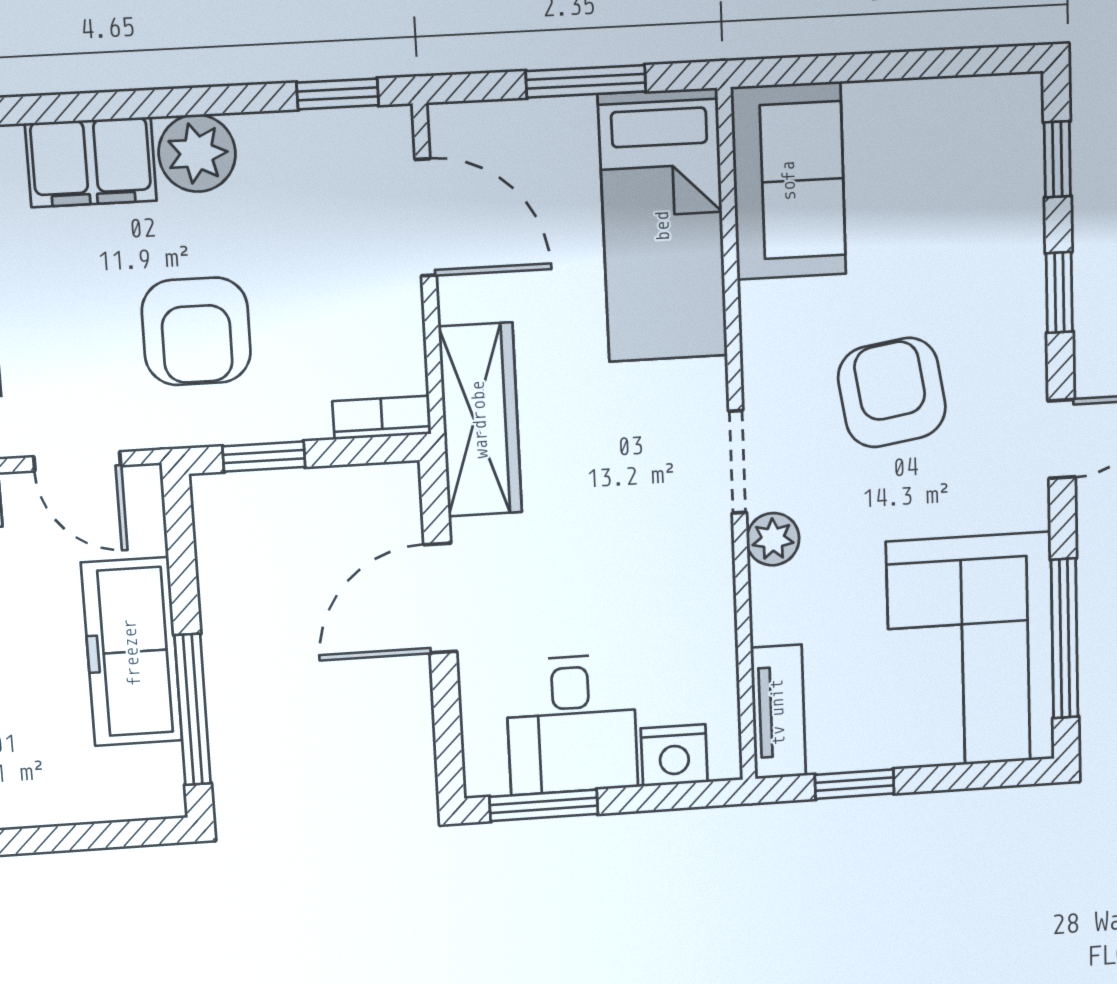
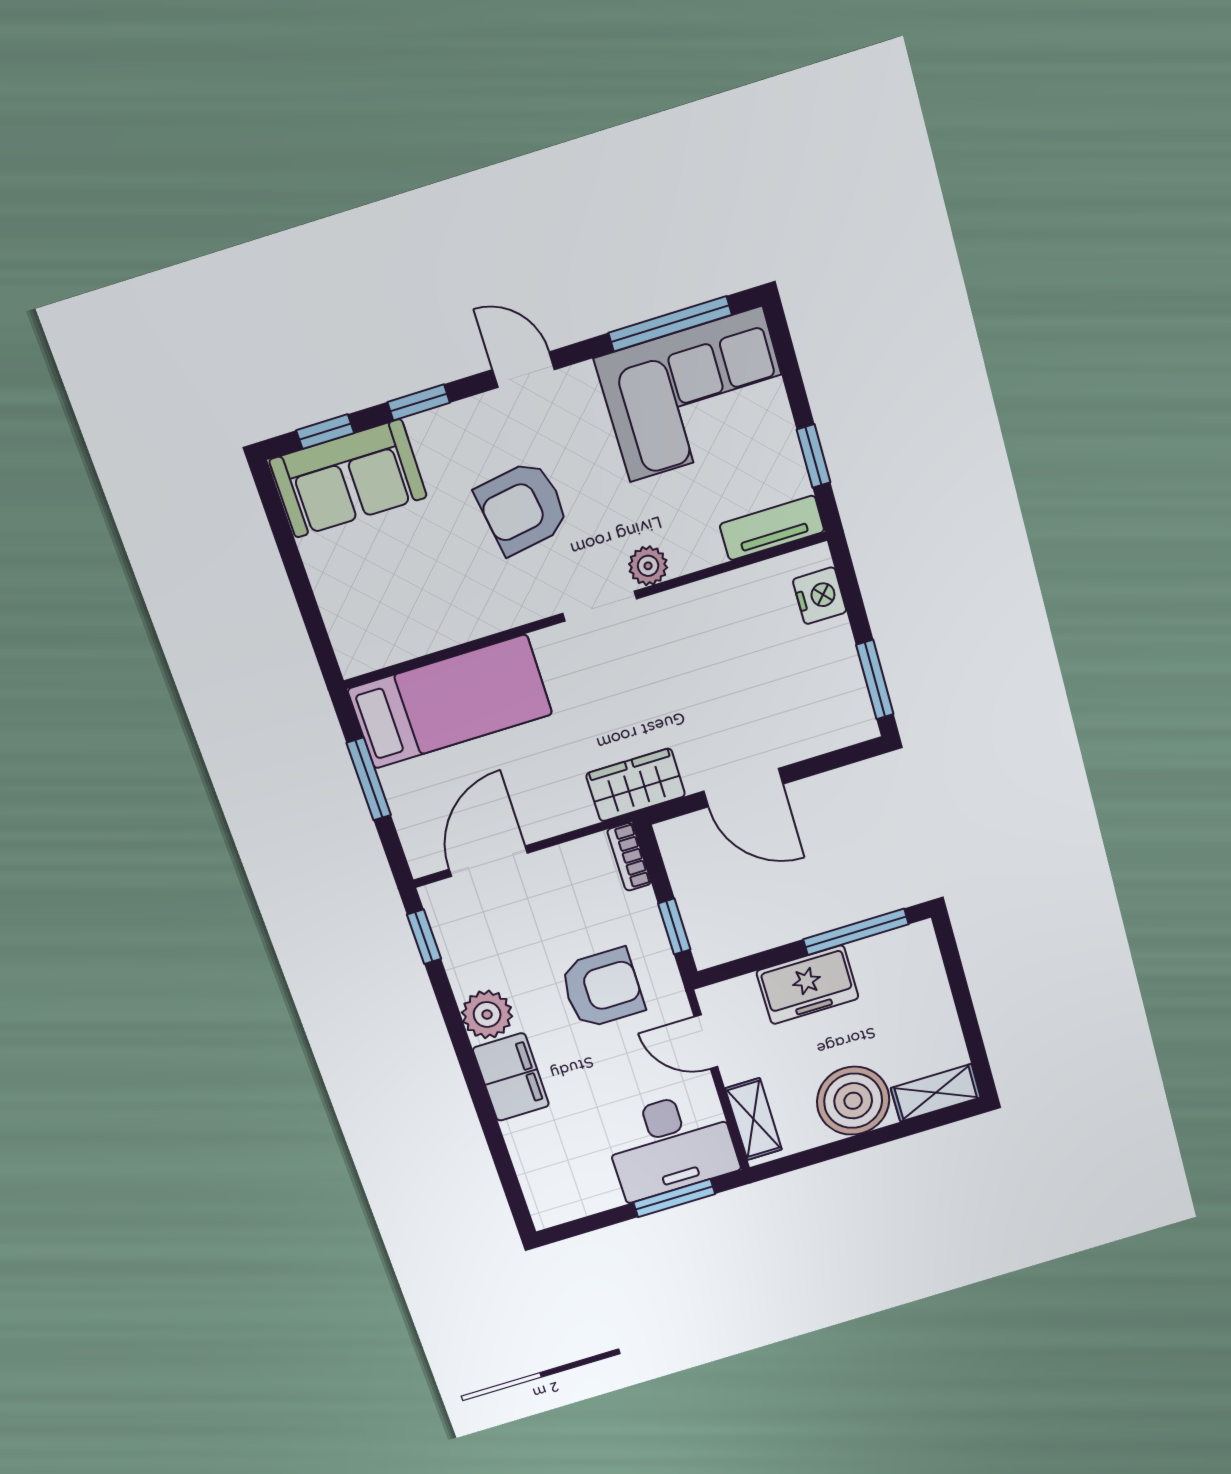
sofa: (789, 181) -> (348, 479), moved, turned 180
wardrobe: (480, 420) -> (636, 785), width x0.67
door: (77, 461) -> (706, 1042), swing flipped
freezer: (132, 652) -> (808, 985), width x0.71
desk: (572, 724) -> (813, 675), removed

